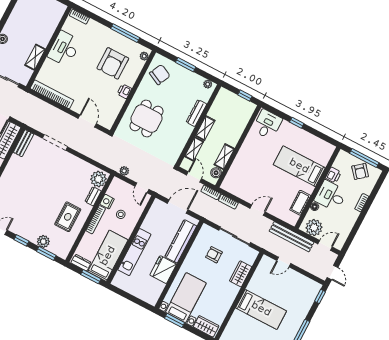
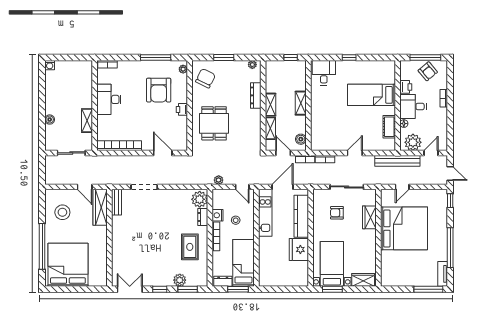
shelving: (224, 157) -> (301, 103), moved
kitchen unit: (134, 252) -> (265, 213), moved
bed: (261, 309) -> (404, 228), width x2.04

